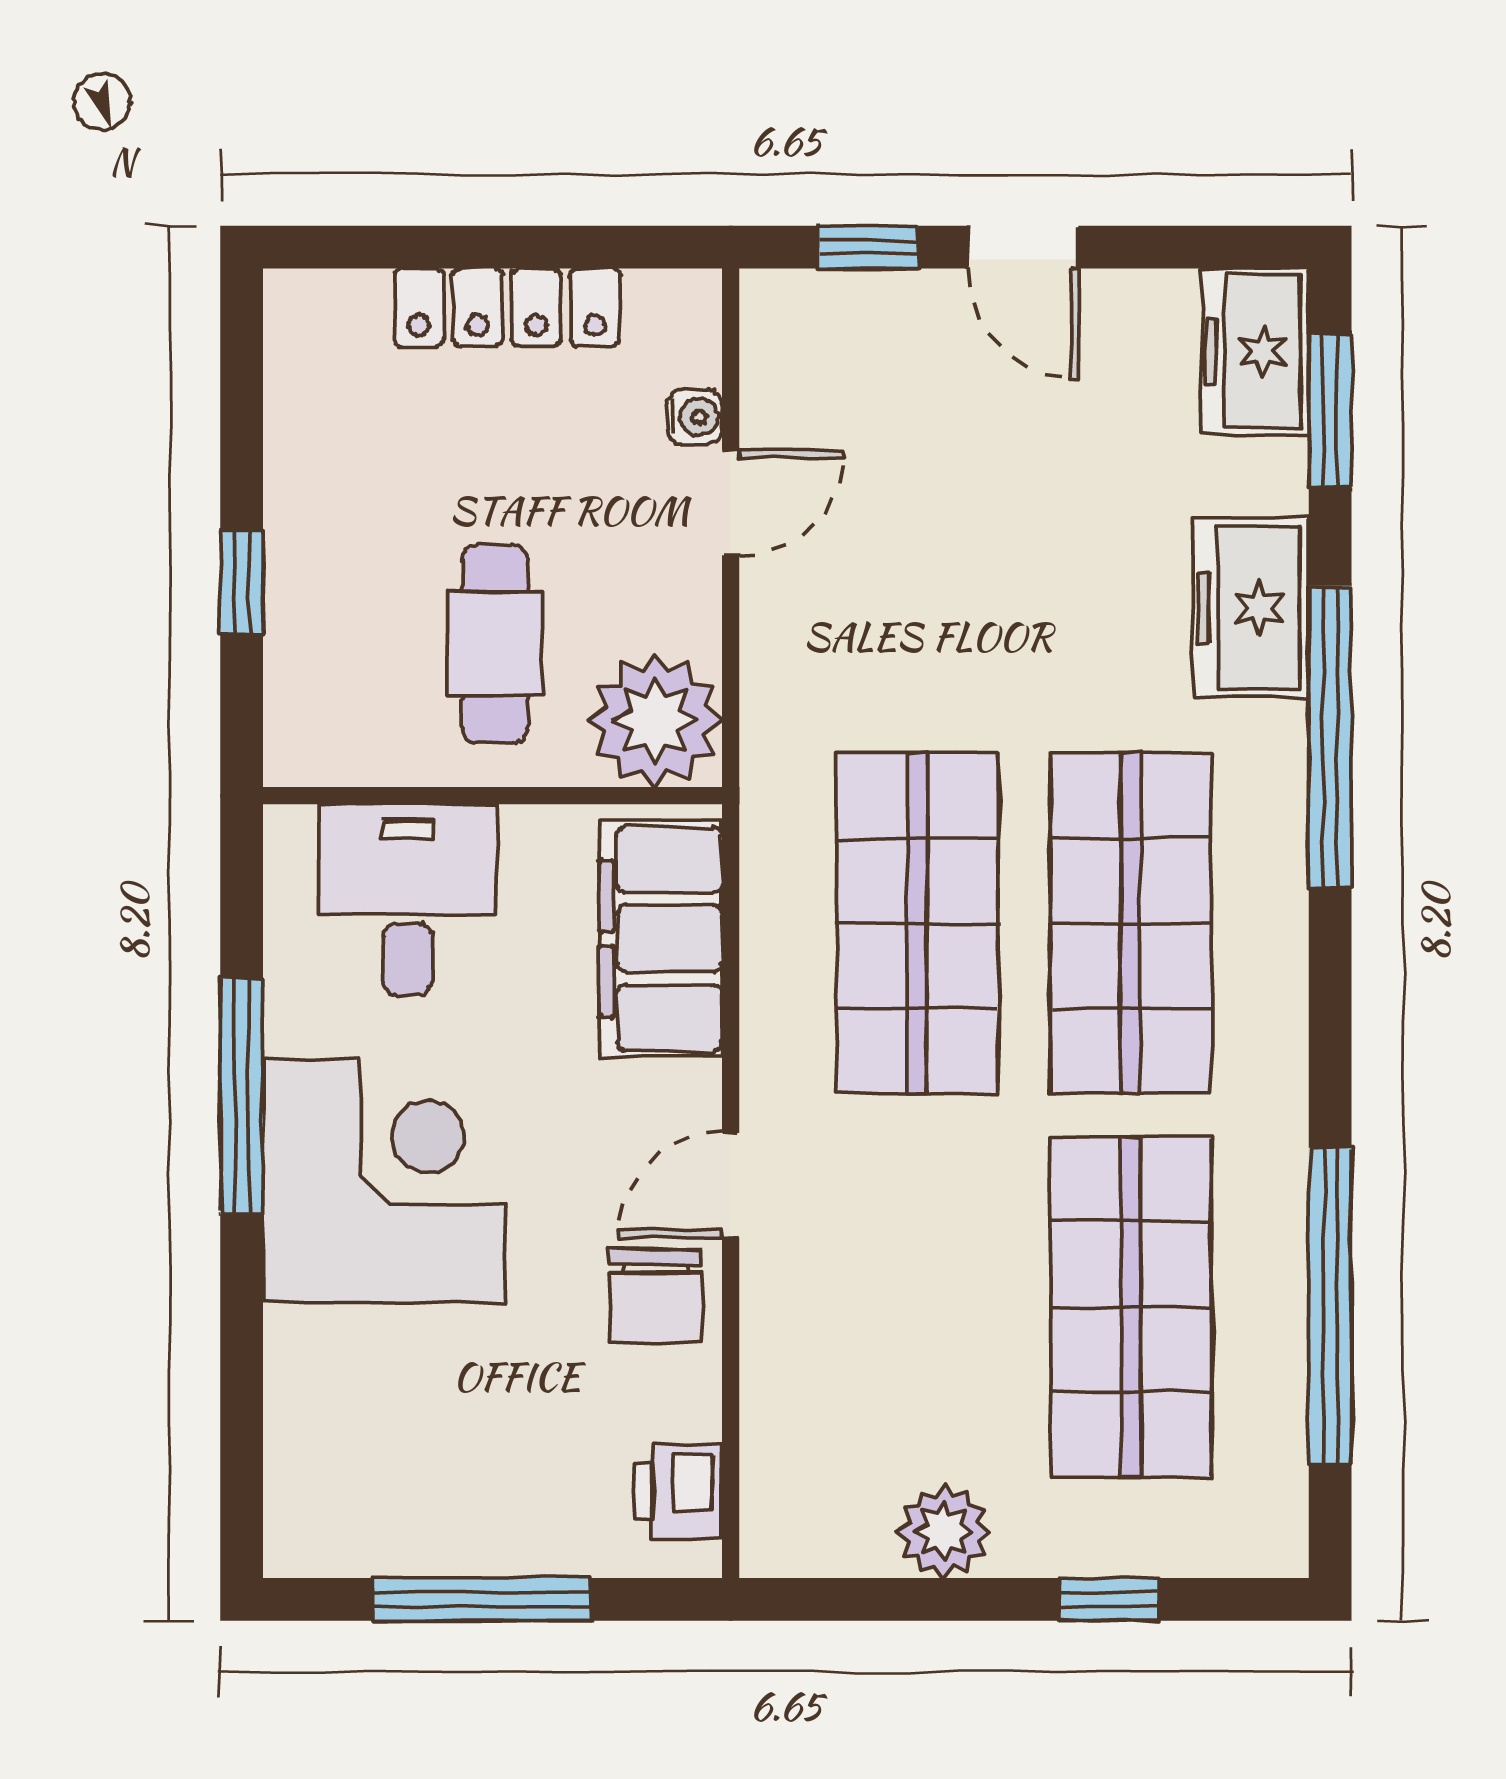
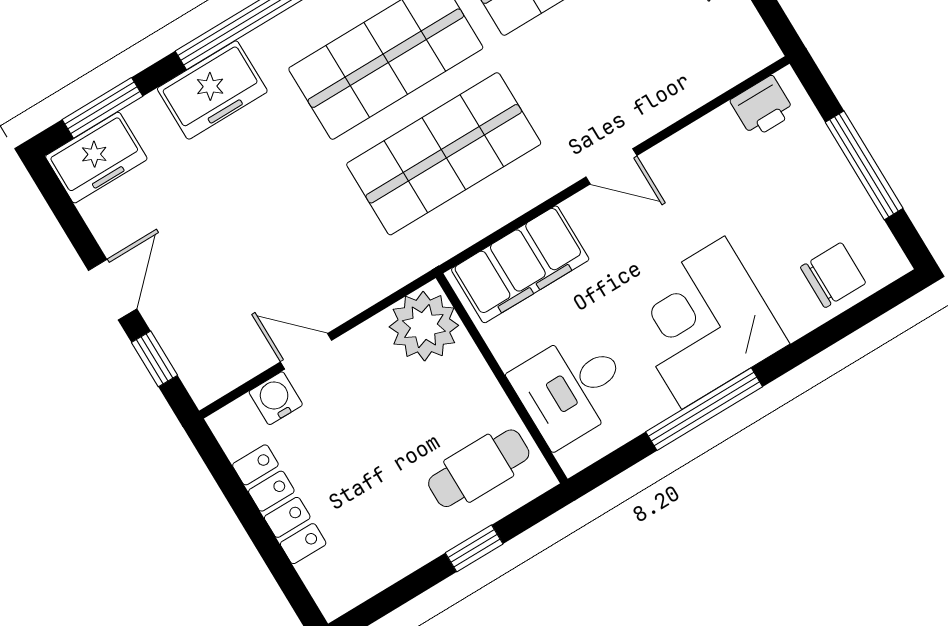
water cooler: (694, 417) -> (276, 398), width x1.38, depth x1.38
cafe table: (495, 644) -> (479, 468), moved
chair: (656, 1296) -> (833, 275), moved

